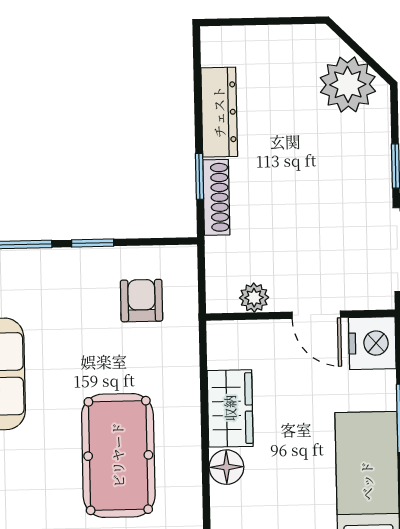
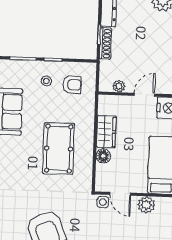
stool: (80, 295) -> (46, 81), added
armchair: (142, 301) -> (72, 85), turned 90
door: (316, 315) -> (144, 95), swing flipped

